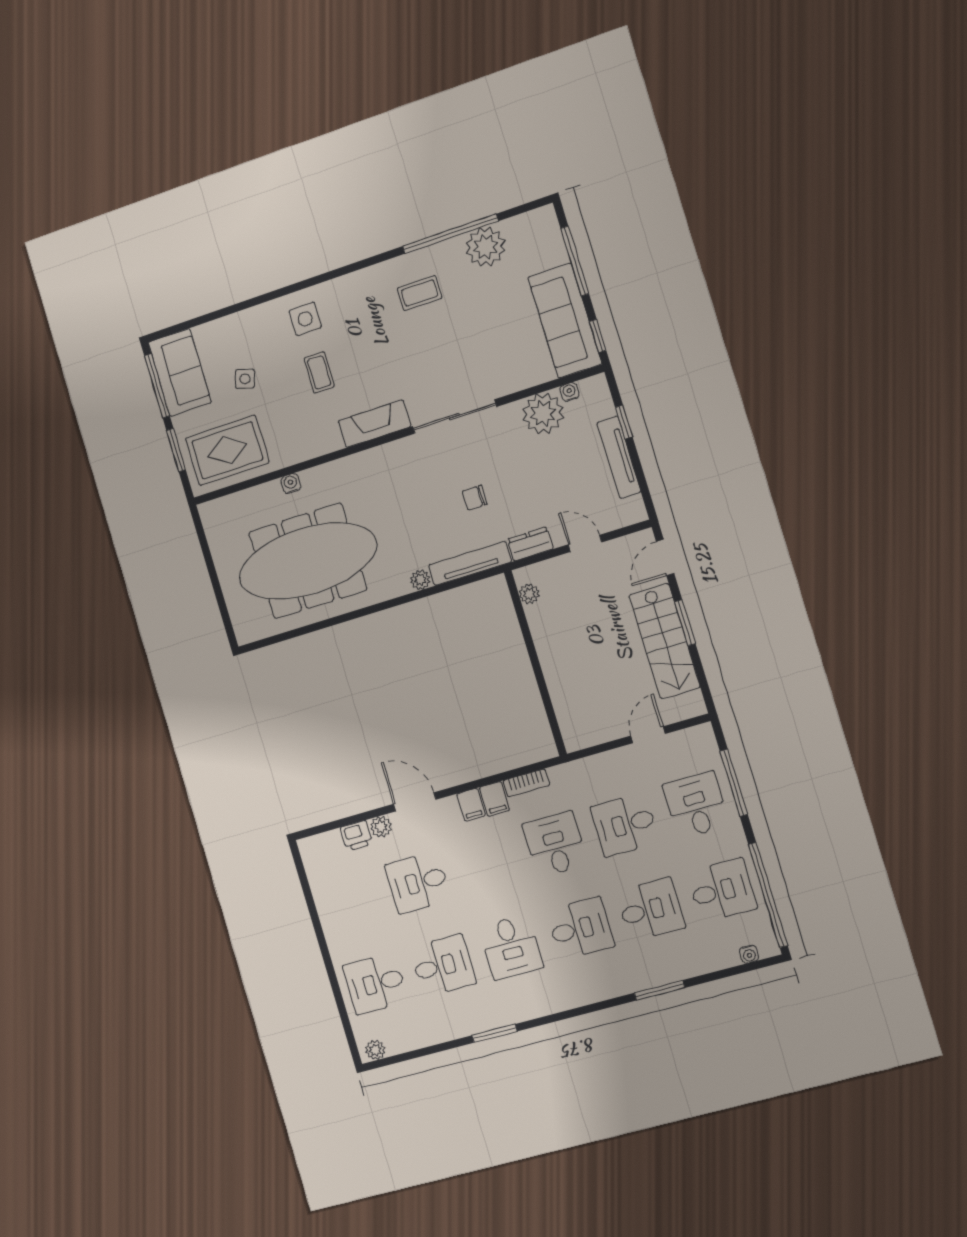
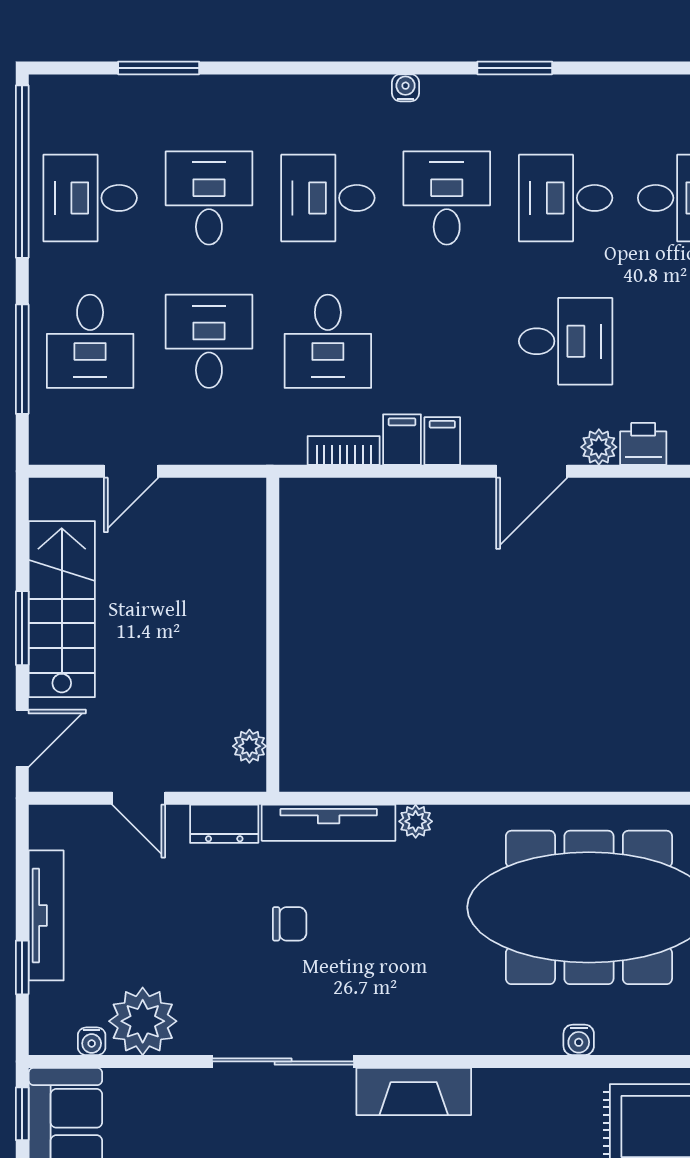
door: (415, 802) -> (532, 471), hinge flipped
desk: (625, 825) -> (209, 341), turned -90
desk: (651, 909) -> (209, 198), turned 90
water cooler: (749, 954) -> (406, 88), moved
window: (659, 990) -> (159, 68), moved

